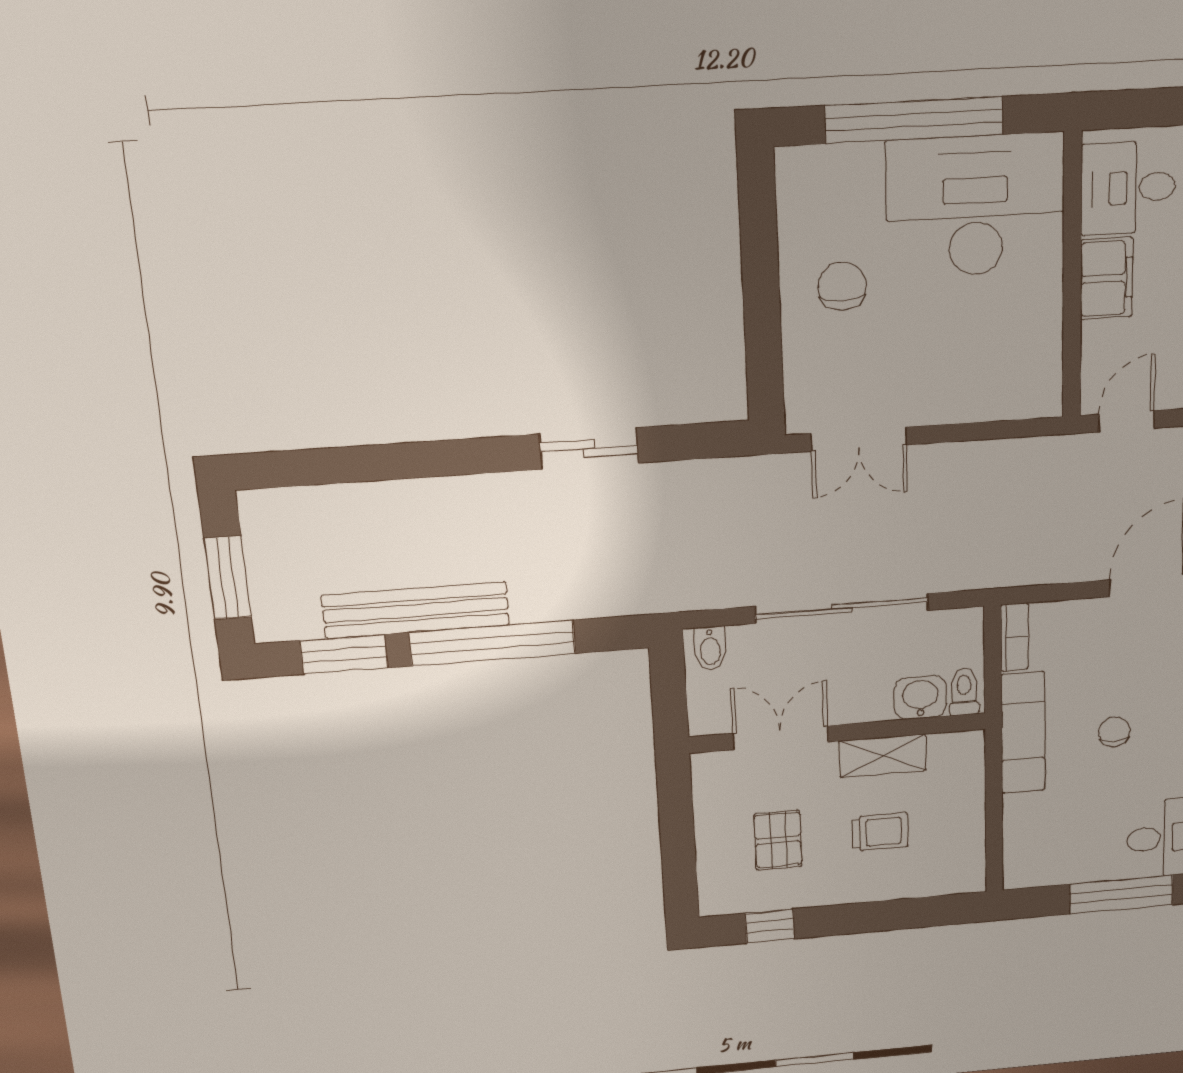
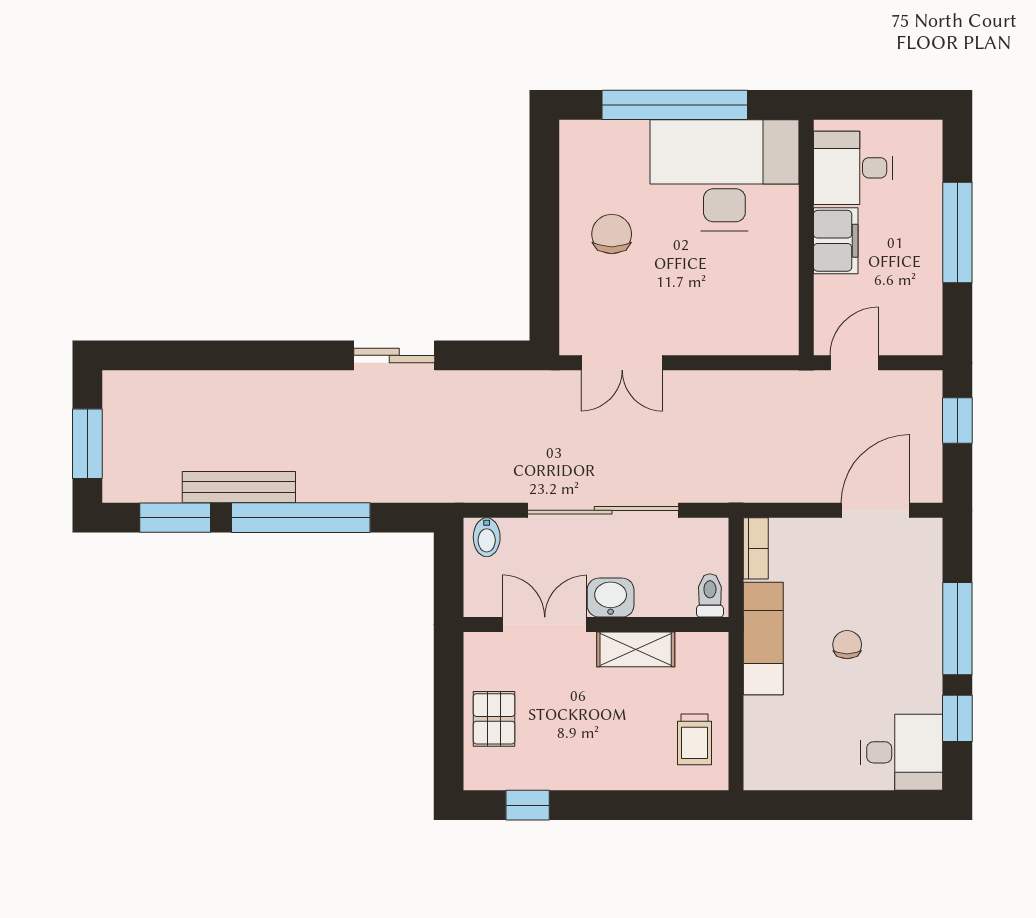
bench: (416, 610) -> (239, 487), width x0.73, depth x0.82
washbasin: (920, 698) -> (611, 598), moved
trolley: (880, 832) -> (695, 739), moved, turned 90
pallet: (778, 840) -> (494, 719), moved
window: (1121, 894) -> (856, 805), removed

